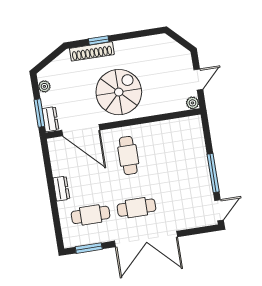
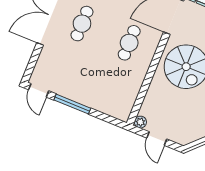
cafe table: (128, 155) -> (129, 43), turned 90

